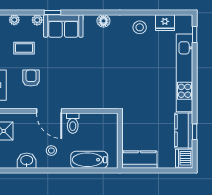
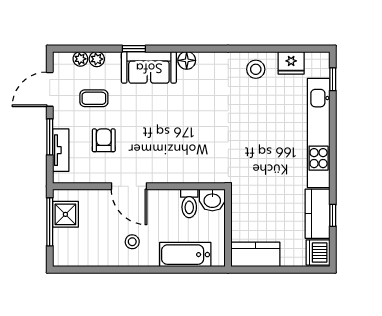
plant: (37, 20) -> (97, 59), moved
floor lamp: (103, 21) -> (187, 60), moved
toilet: (73, 123) -> (189, 203), moved
washbasin: (27, 161) -> (212, 200), moved, turned 180

